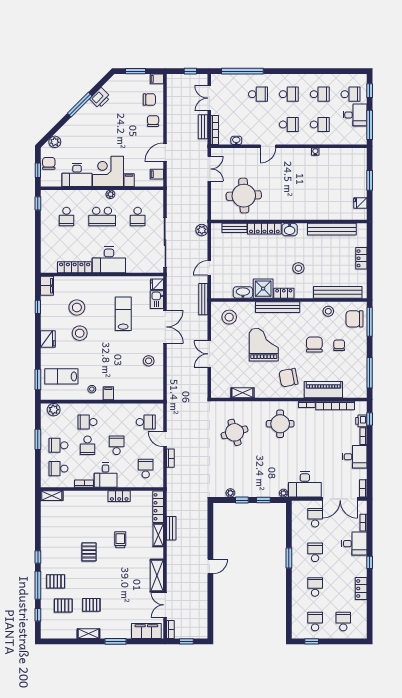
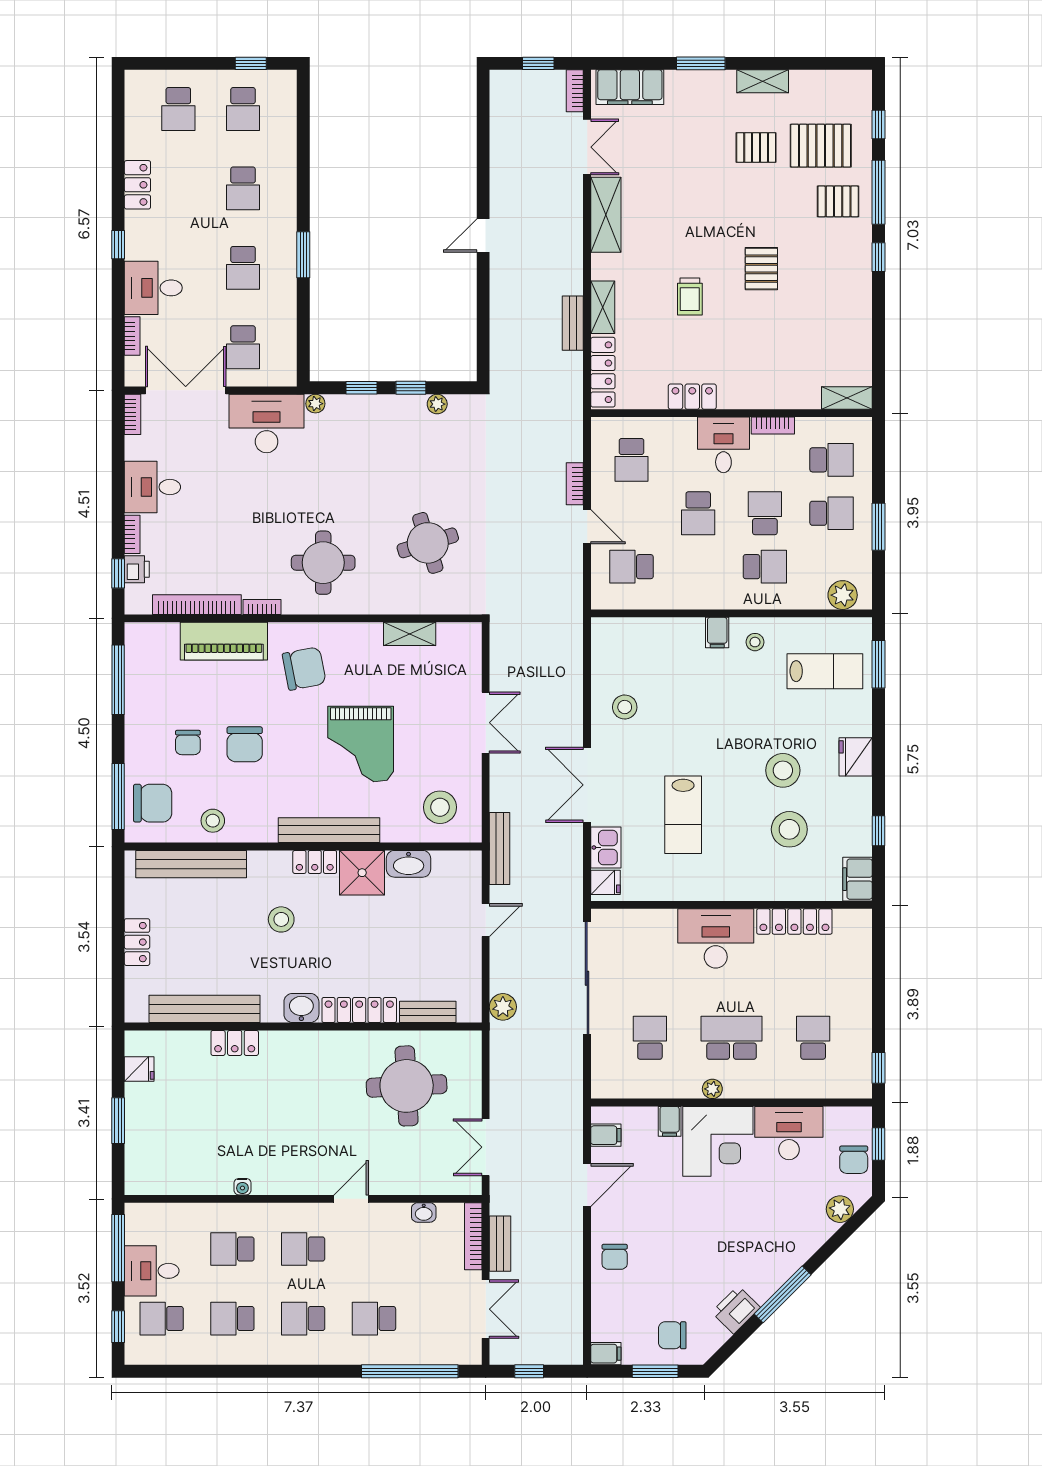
chair: (149, 100) -> (672, 1335), moved
locker: (319, 214) -> (235, 1043), added
pallet: (63, 606) -> (821, 146), width x1.50, depth x1.42

